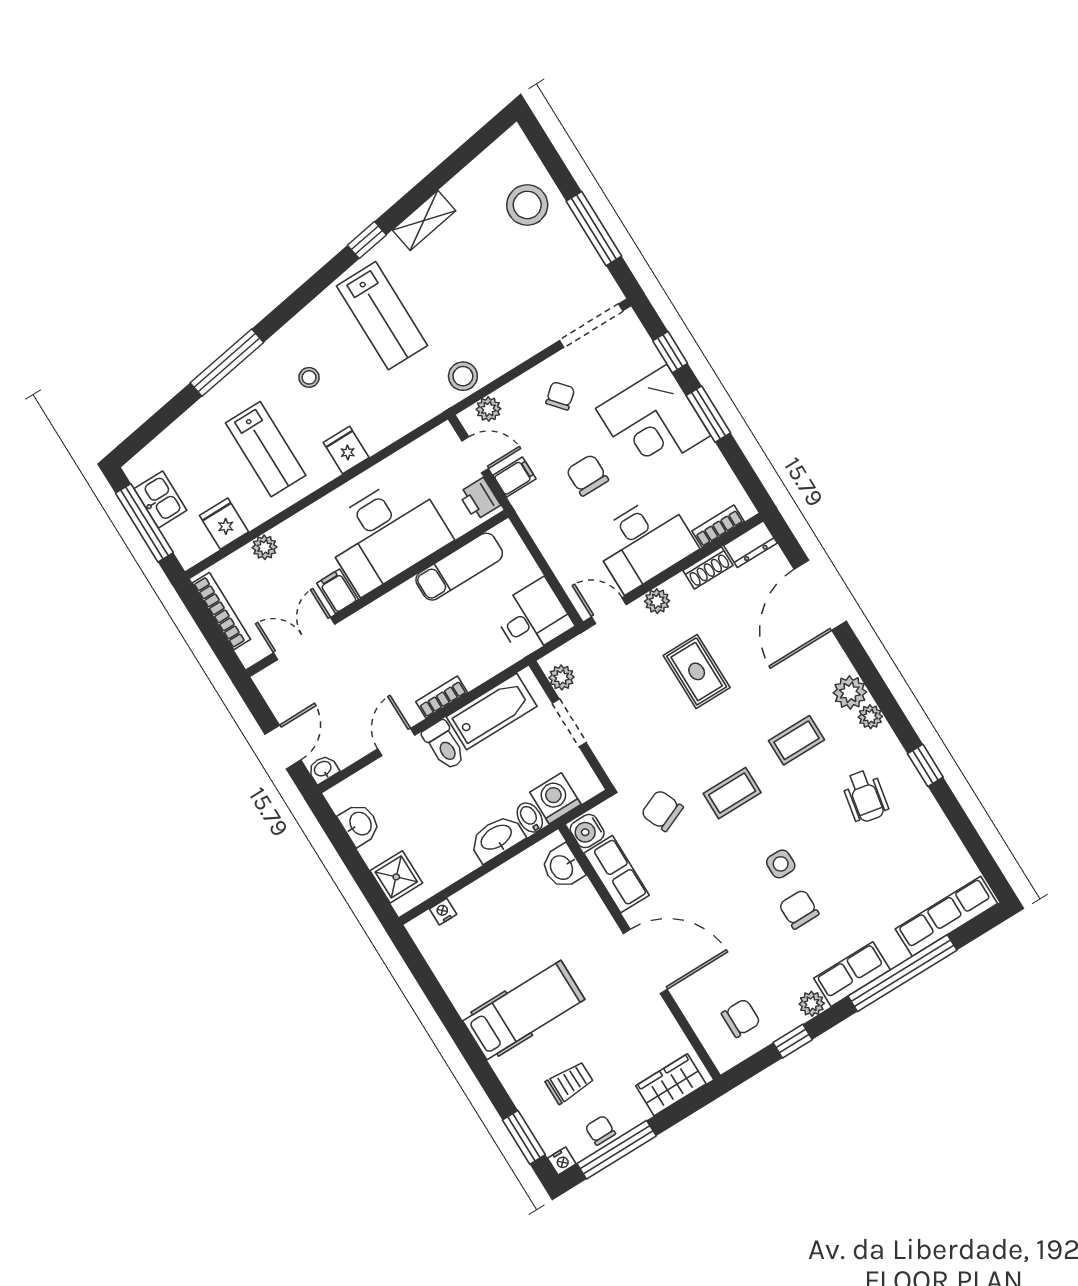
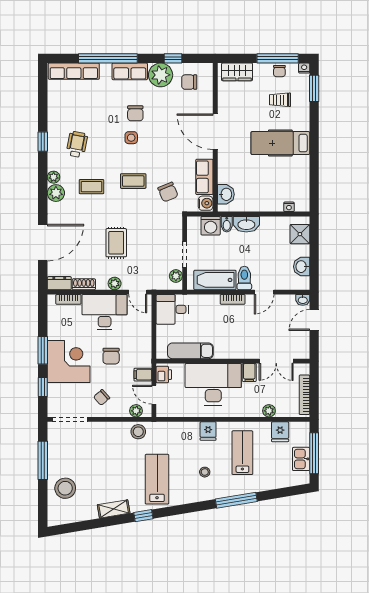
plant: (812, 1004) -> (161, 75), width x1.88, depth x1.88

